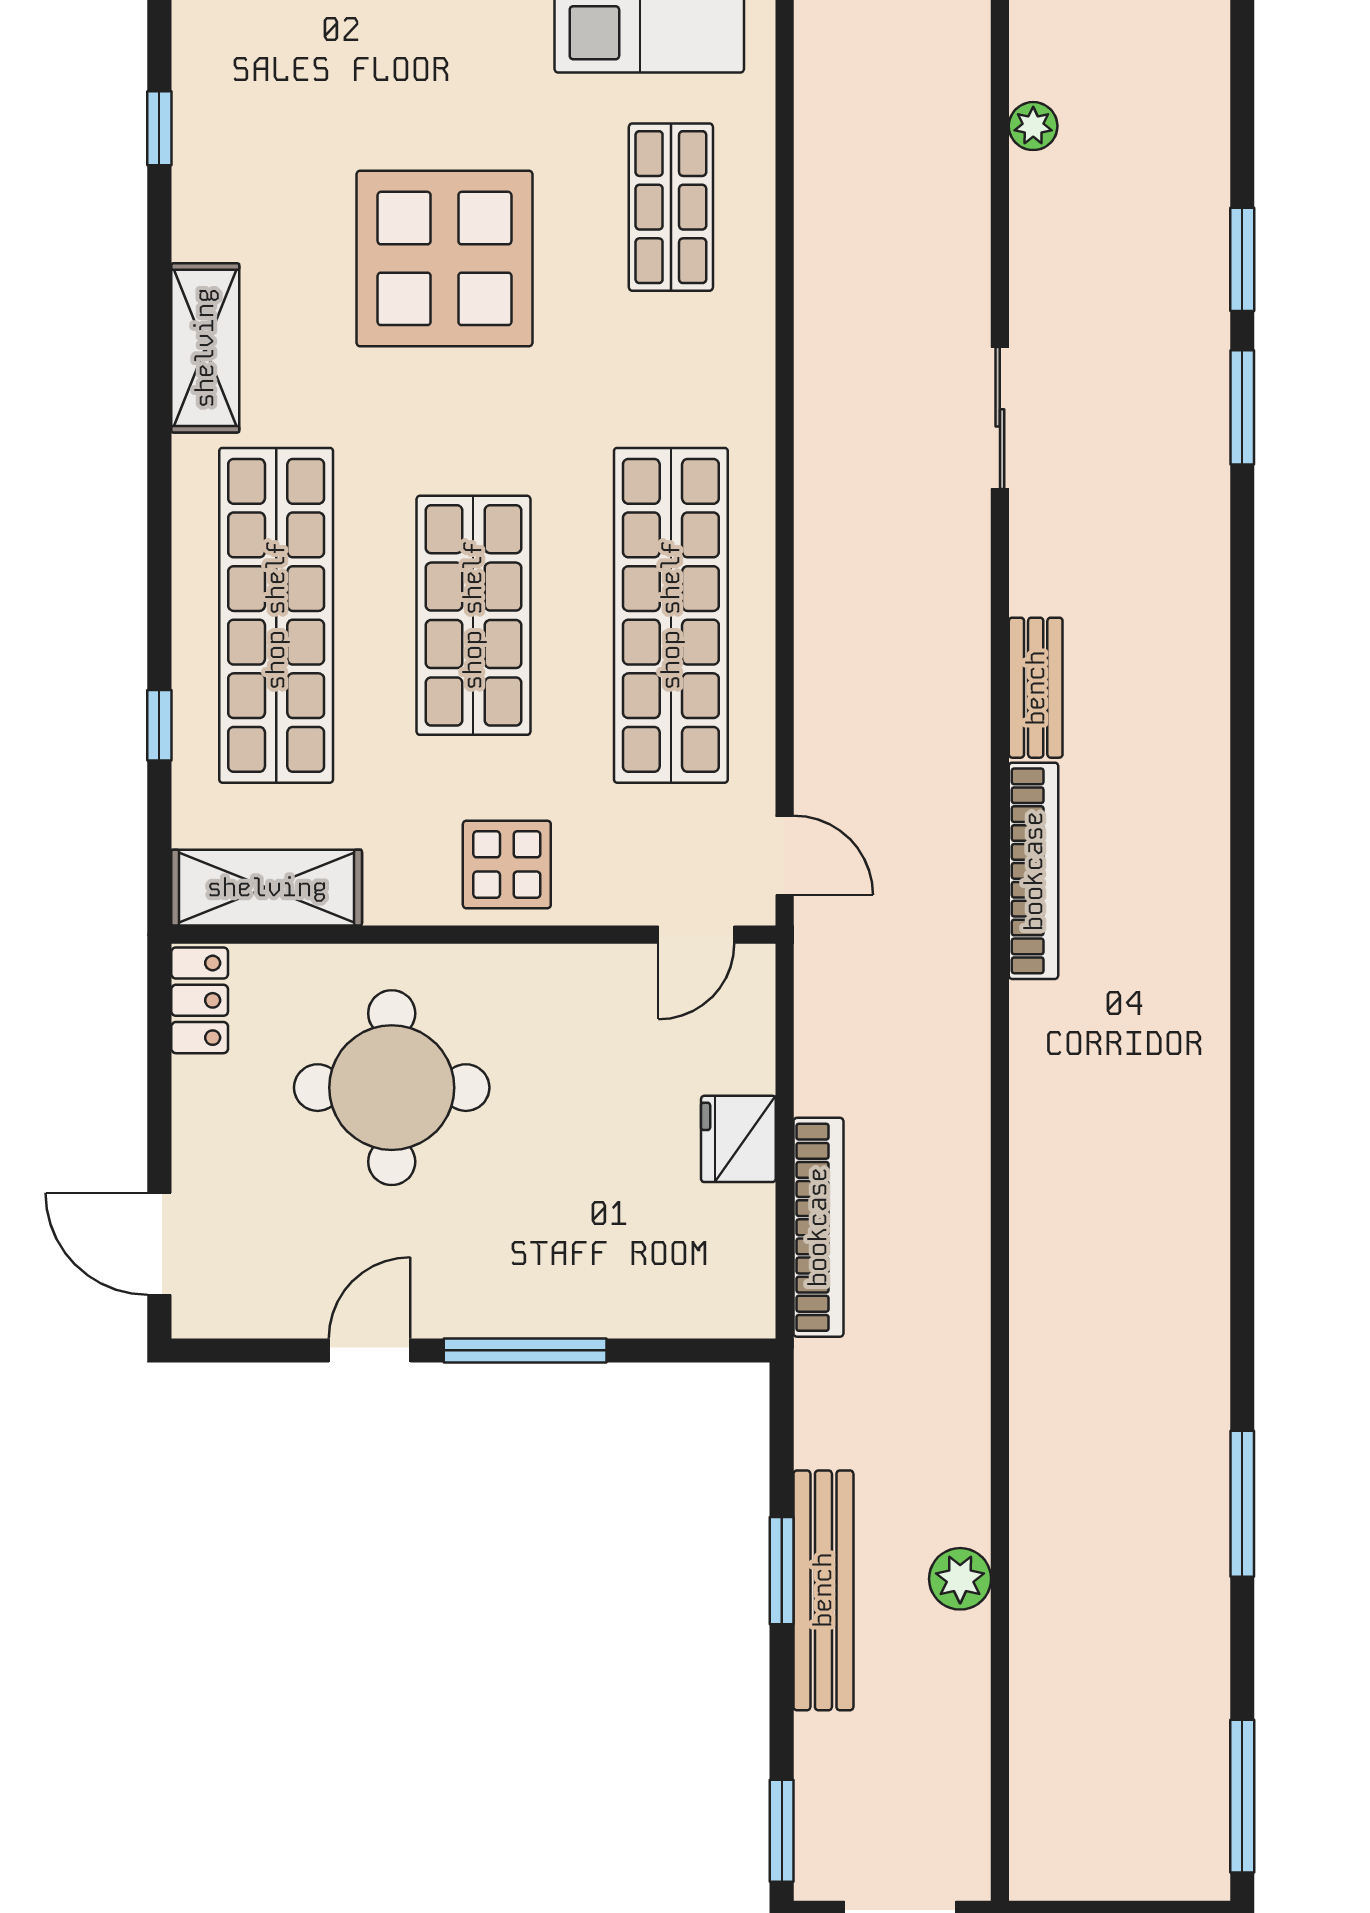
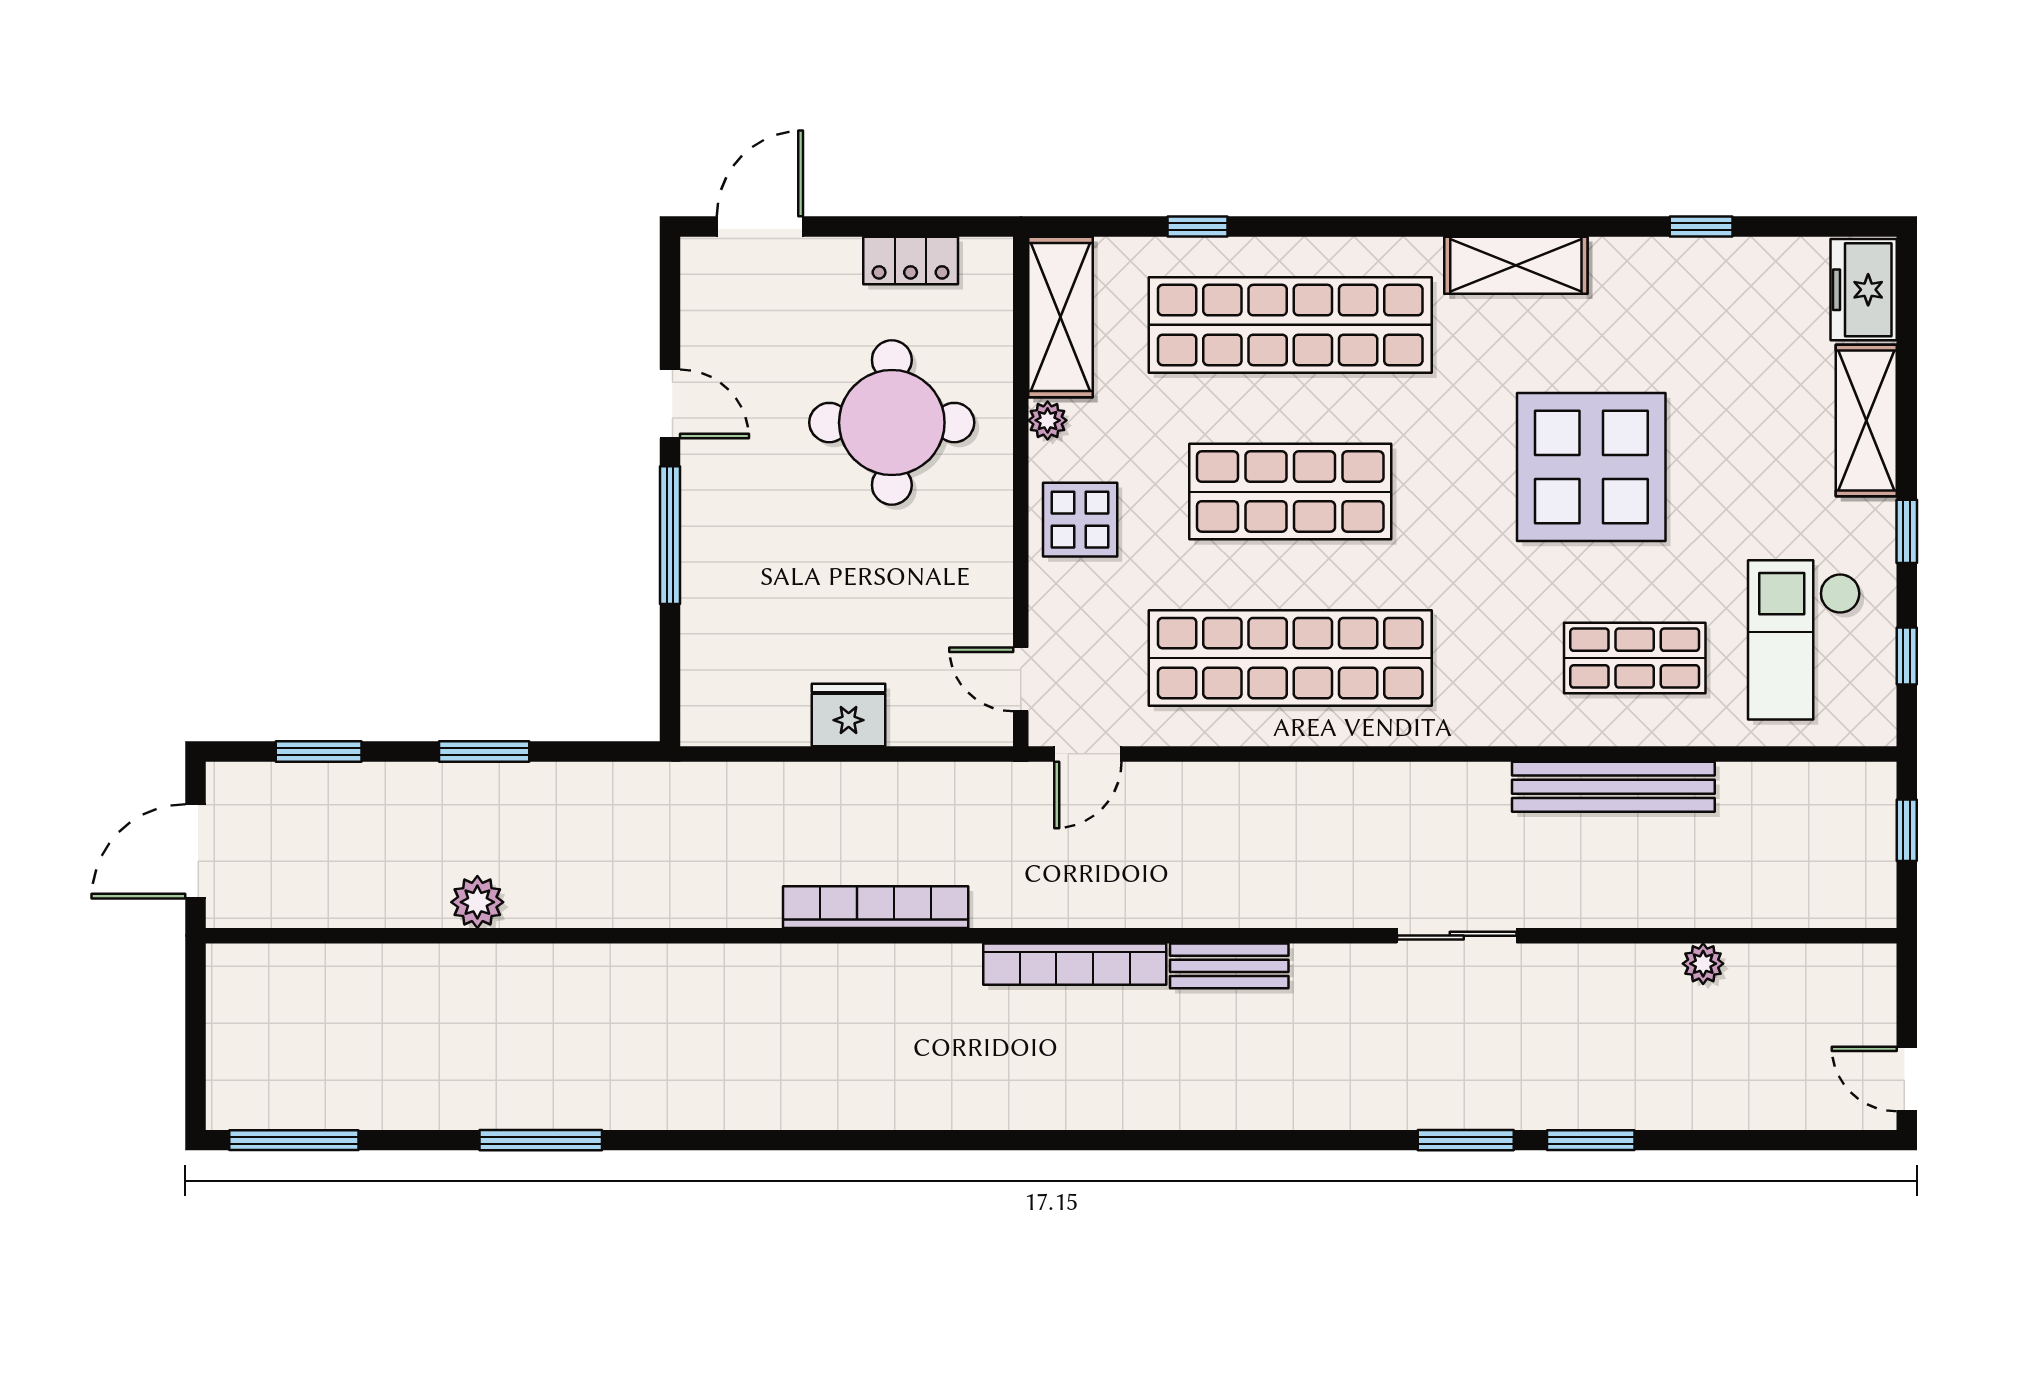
plant: (389, 903) -> (1048, 420), added
locker: (200, 1000) -> (911, 260), moved
bookcase: (818, 1227) -> (876, 907), moved, turned 180
bench: (823, 1590) -> (1613, 787), moved
window: (782, 1831) -> (319, 751), moved

